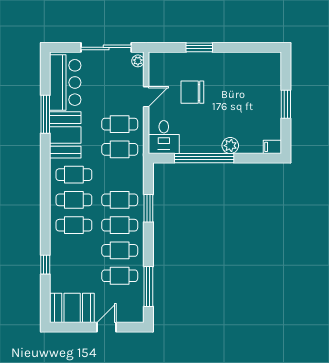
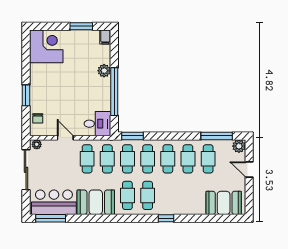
corner desk: (261, 73) -> (46, 46), added
chair: (192, 92) -> (38, 118), moved, width x0.54, depth x0.54
window: (286, 104) -> (81, 26), moved
window: (45, 114) -> (51, 218), moved
window: (148, 208) -> (132, 136), moved
cafe table: (74, 225) -> (127, 159), moved
window: (45, 265) -> (166, 218), moved
booth: (72, 308) -> (224, 203), moved, turned 90
plant: (136, 314) -> (239, 146), added

